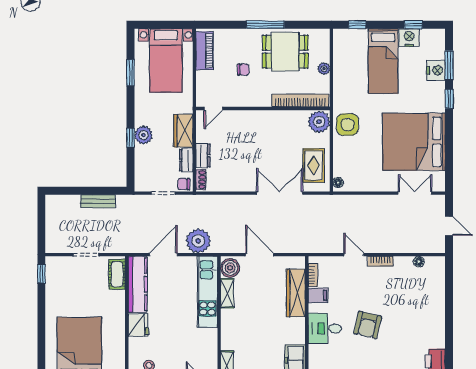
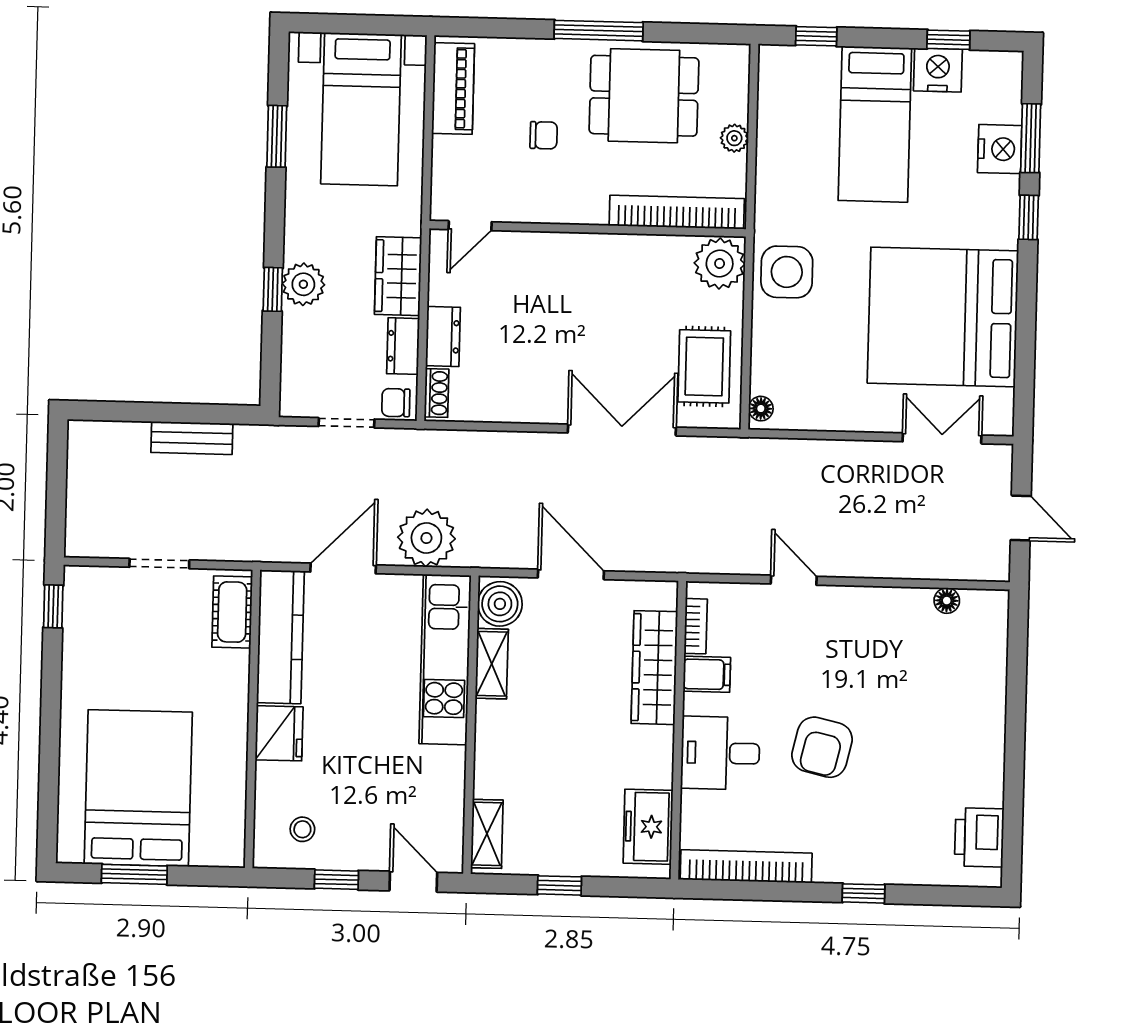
bookcase: (380, 261) -> (856, 597), removed

